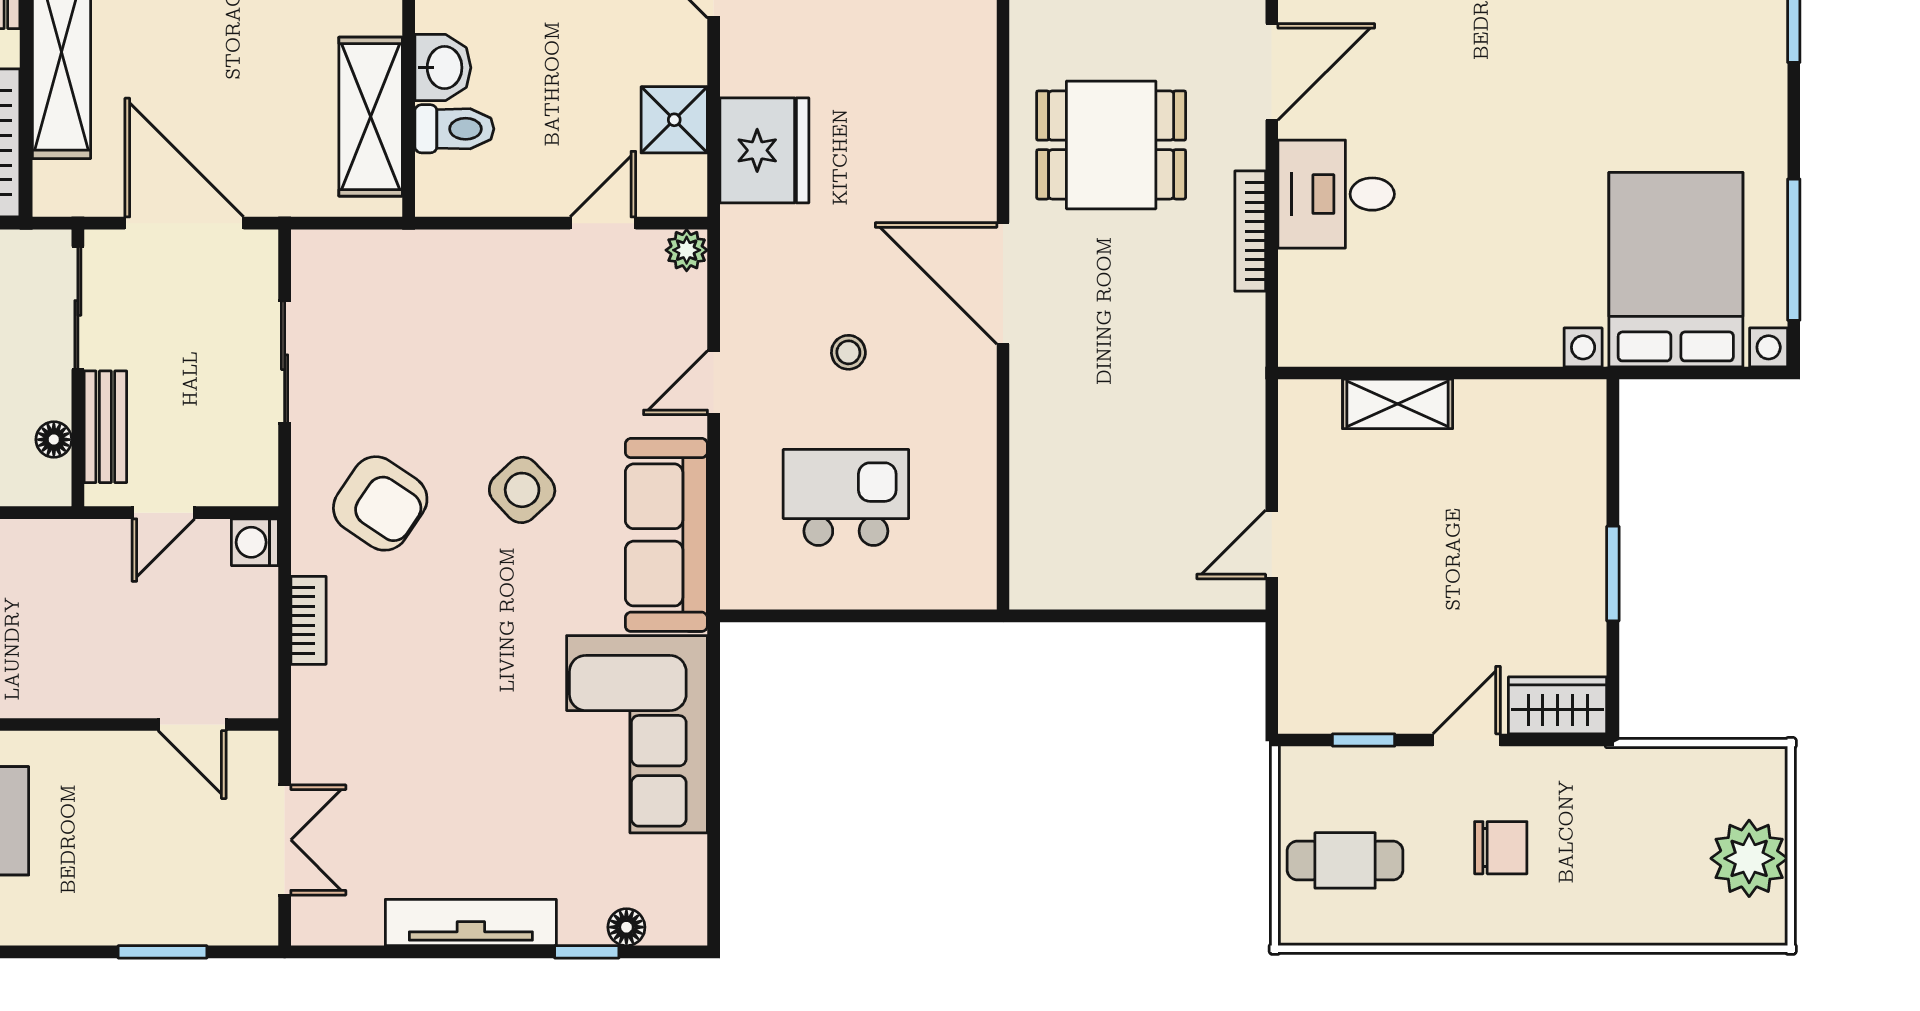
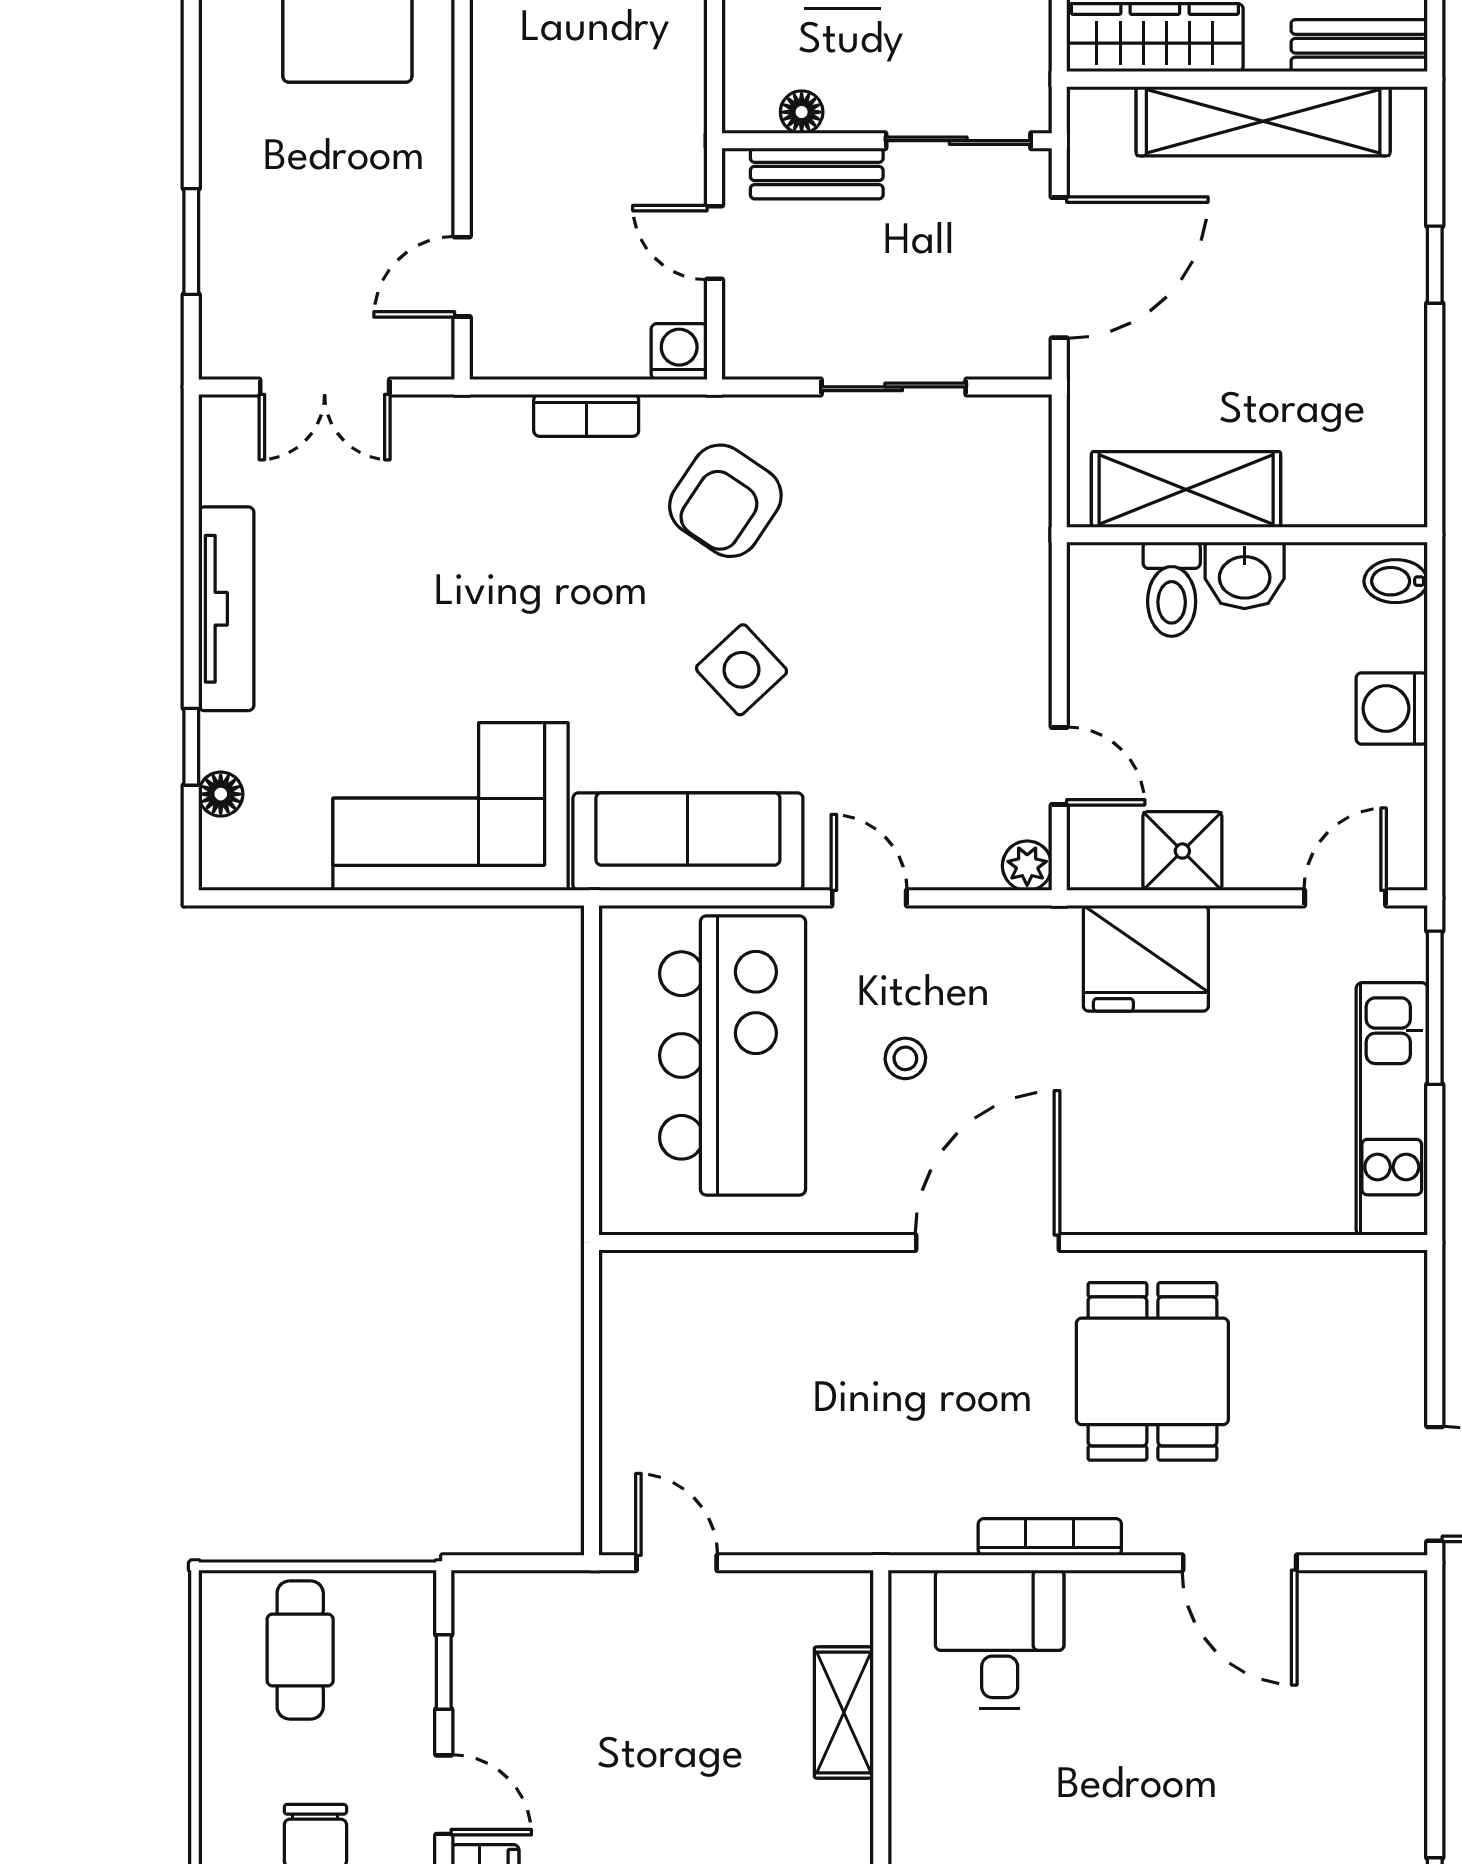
desk: (1336, 194) -> (1000, 1639), moved
kitchen island: (846, 497) -> (733, 1055), width x1.87, depth x1.28

